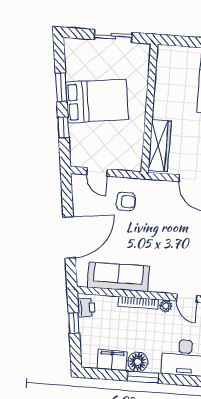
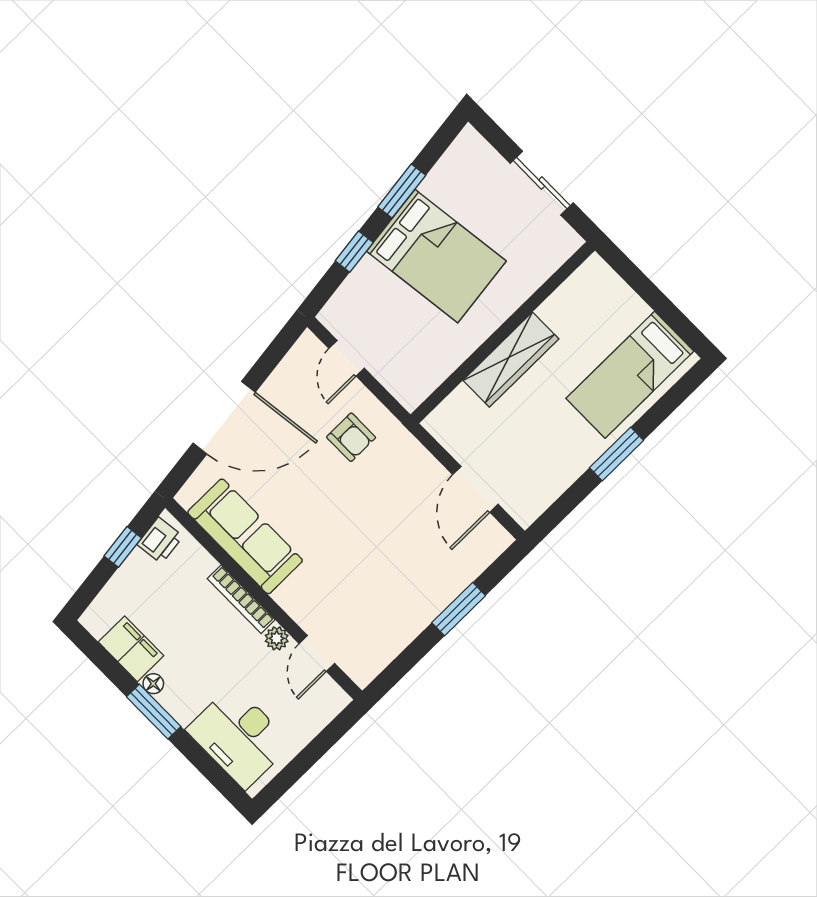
wardrobe: (160, 146) -> (511, 360), moved
floor lamp: (138, 362) -> (153, 684), width x0.53, depth x0.53

